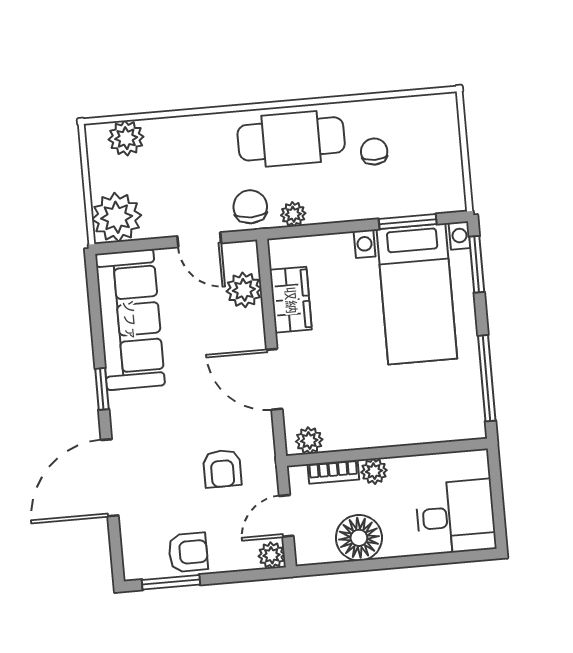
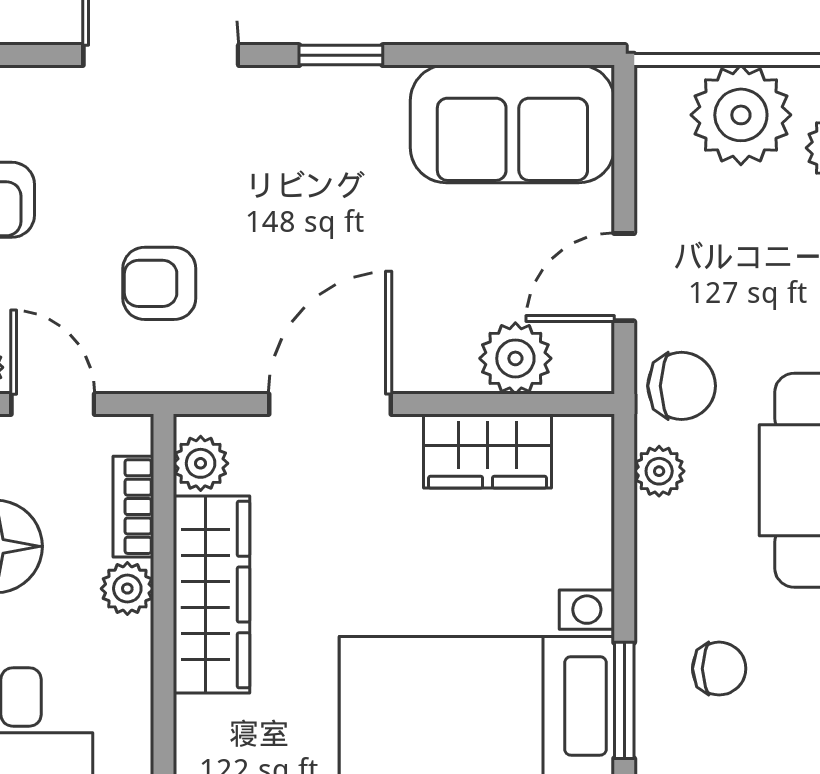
chair: (374, 152) -> (719, 669), moved
plant: (117, 217) -> (741, 115), moved
sofa: (130, 320) -> (512, 124), width x0.73
wardrobe: (373, 430) -> (211, 595), added

